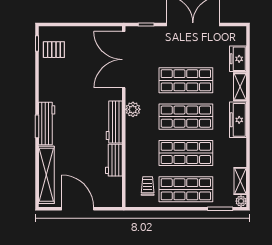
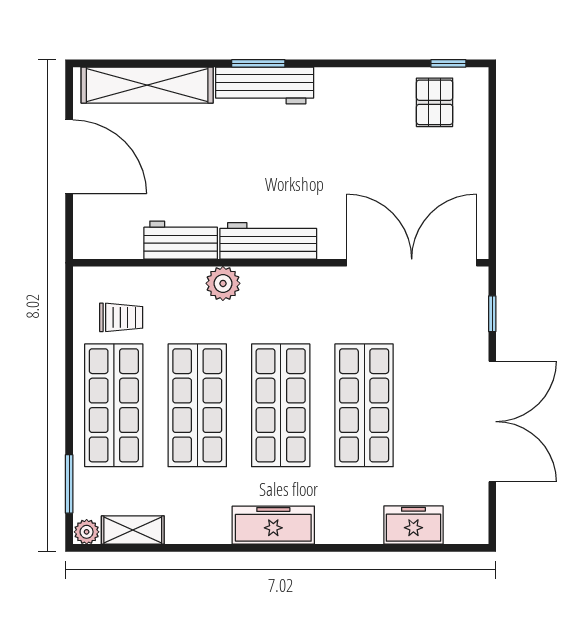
shelving: (240, 87) -> (349, 530), removed
plant: (133, 109) -> (223, 283), moved
door: (78, 209) -> (69, 157), hinge flipped

